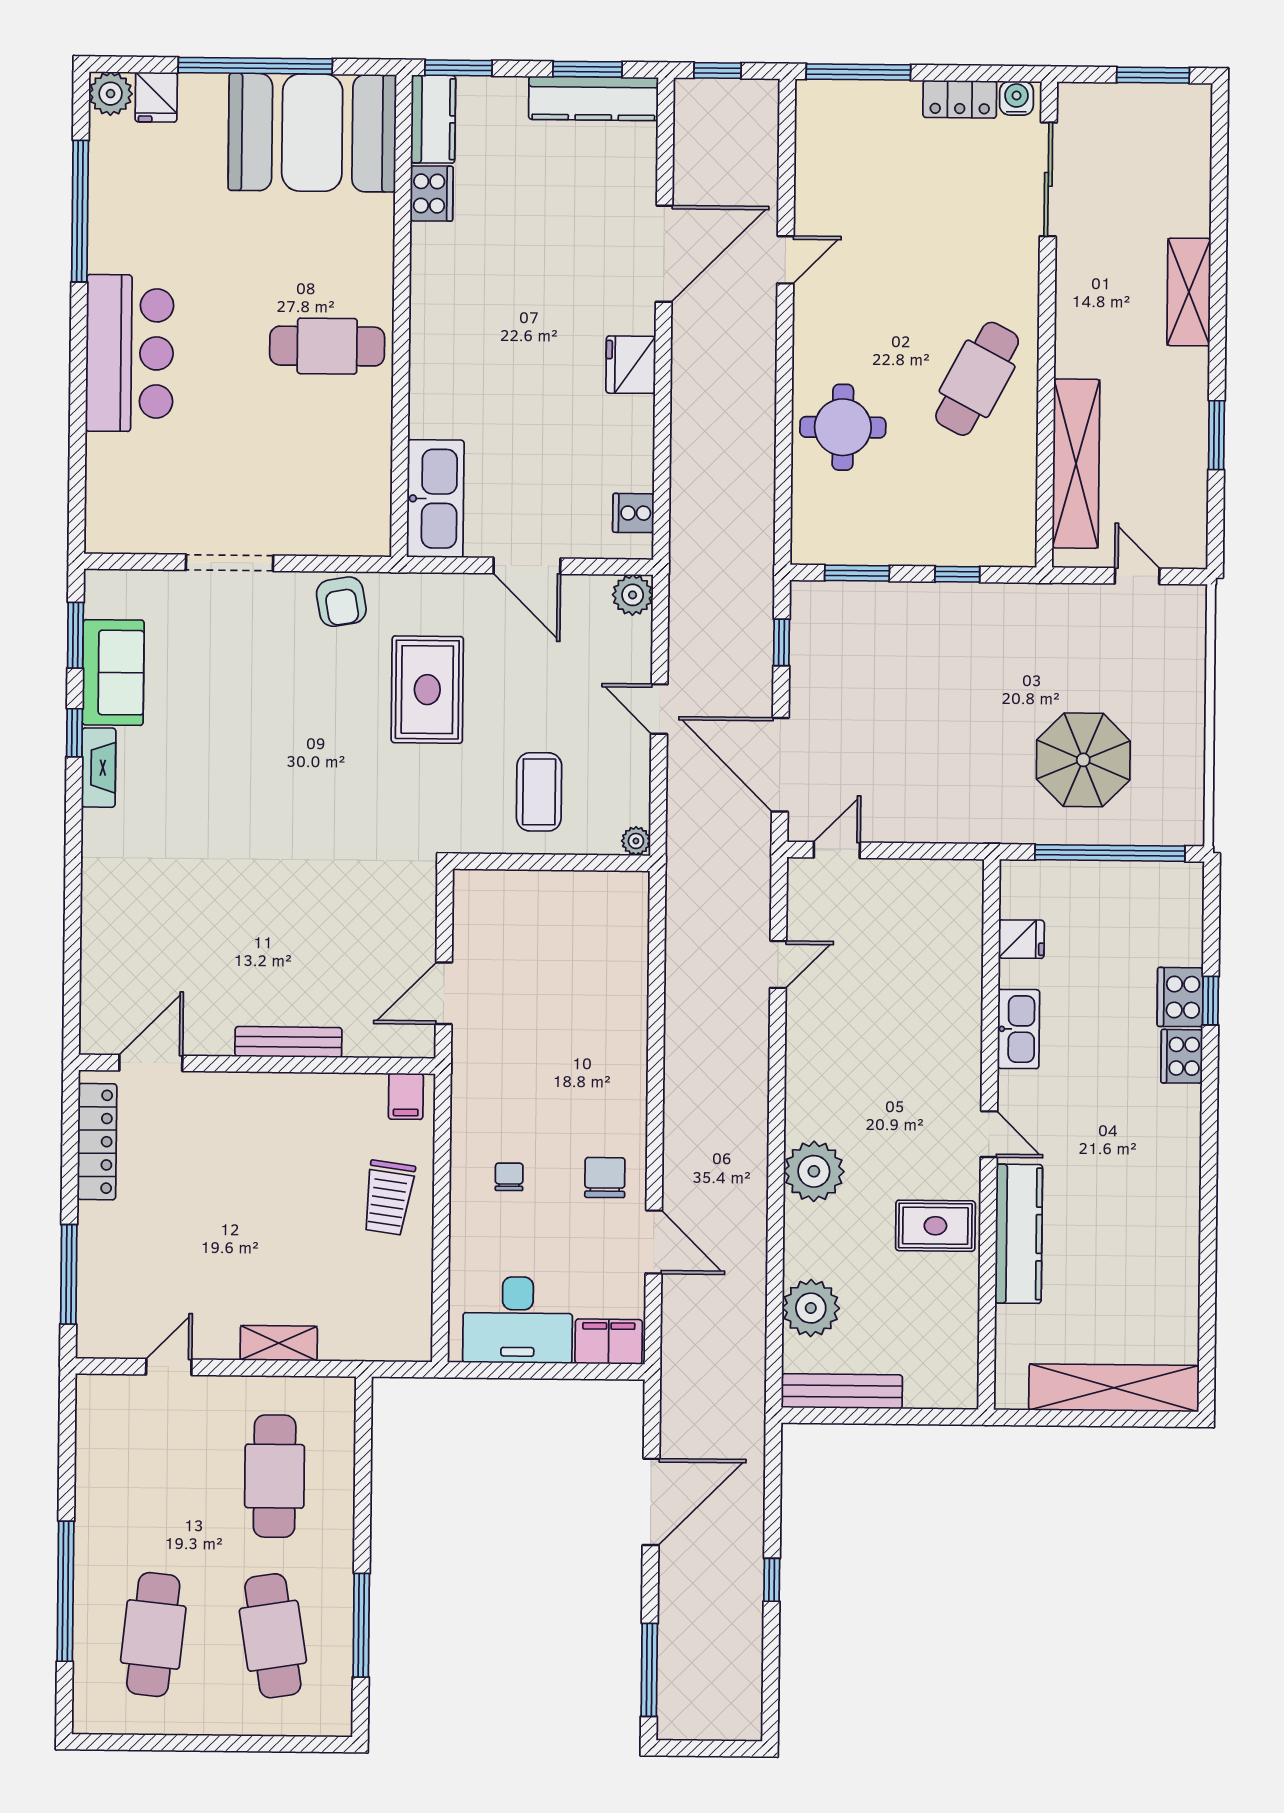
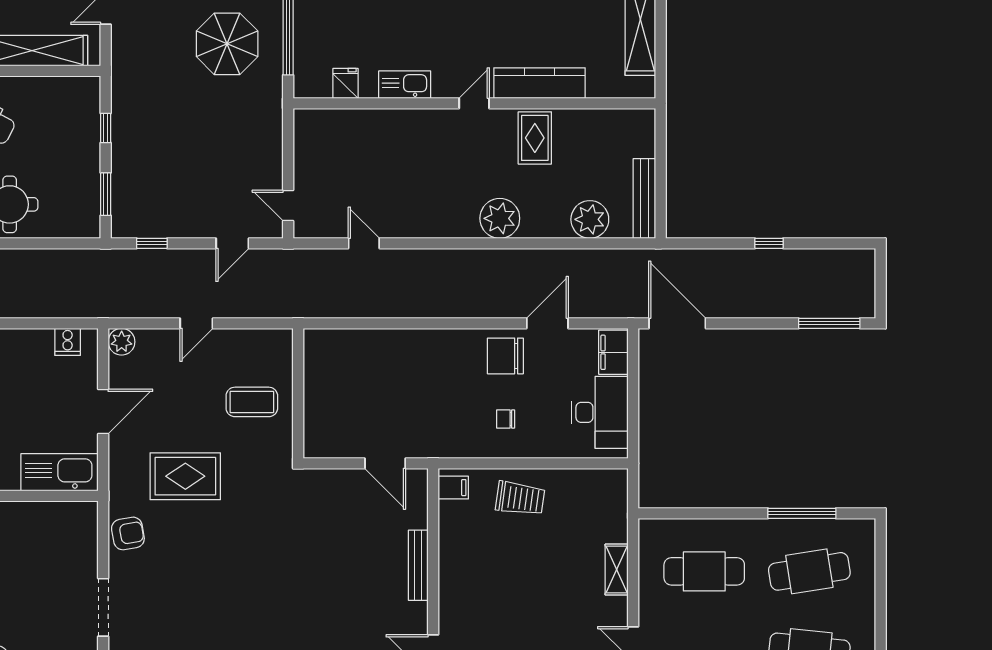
door: (780, 765) -> (232, 243), width x0.53
plant: (636, 841) -> (283, 338), removed
chair: (605, 1178) -> (505, 356), width x1.37, depth x1.37
door: (651, 1502) -> (677, 323), moved

